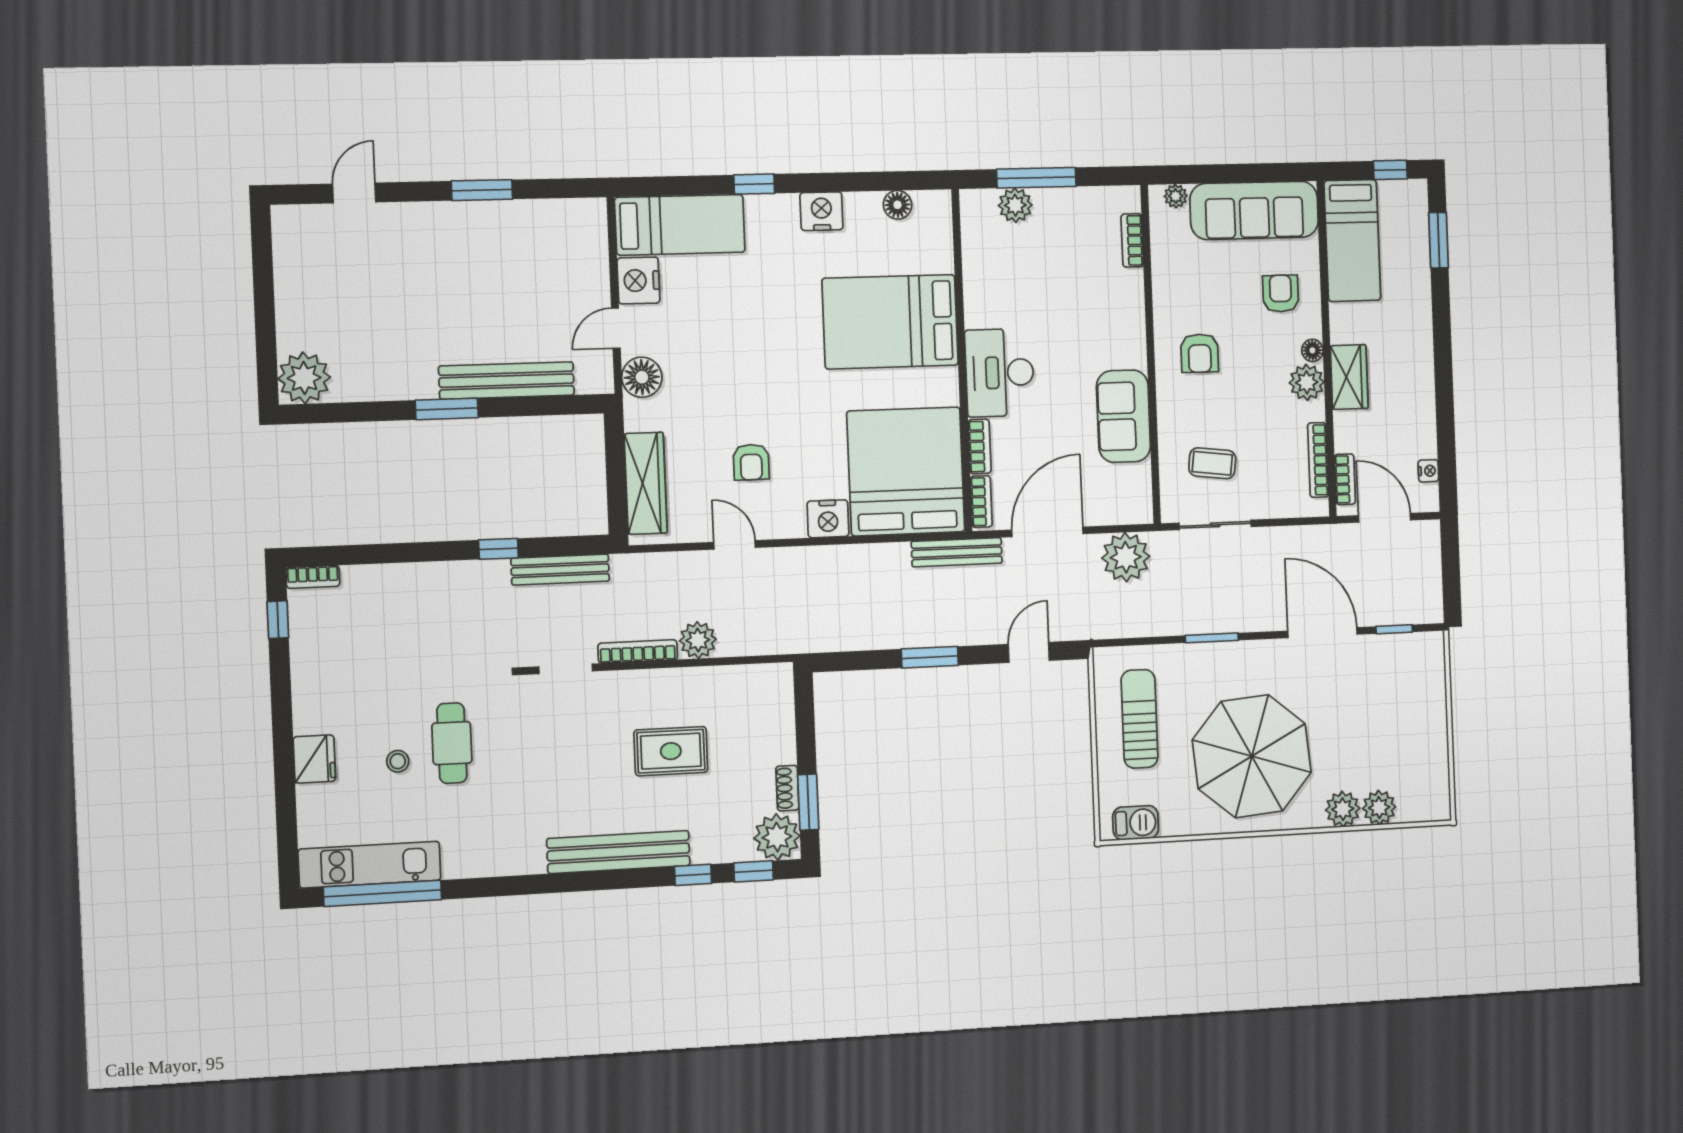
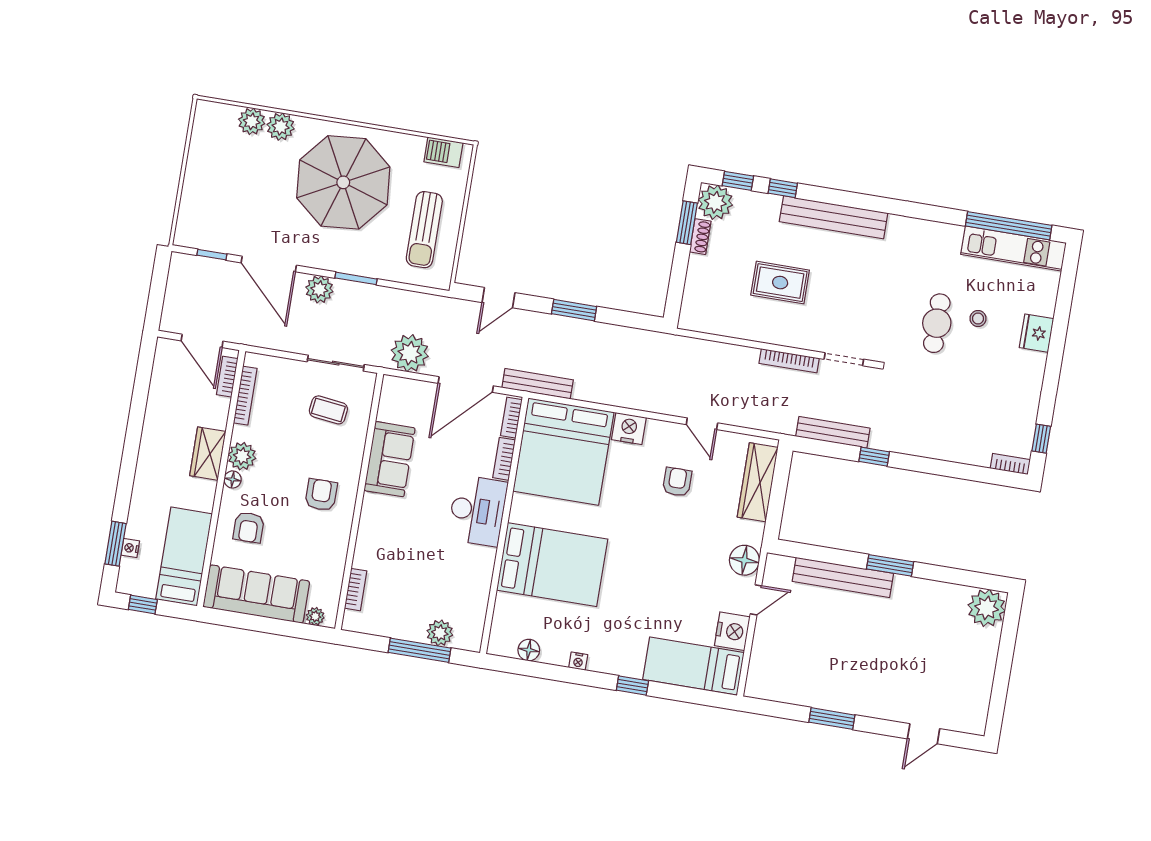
nightstand: (821, 211) -> (578, 661), width x0.53, depth x0.56
nightstand: (1428, 471) -> (130, 548), moved
plant: (698, 640) -> (319, 289), moved

